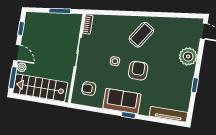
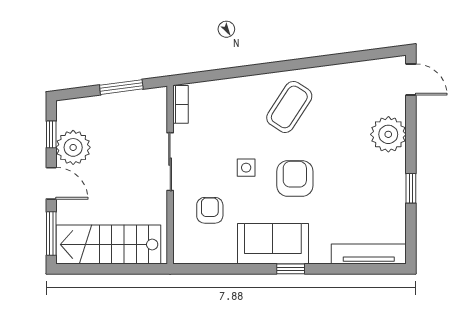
plant: (22, 67) -> (73, 147), moved, width x1.88, depth x1.88
armchair: (89, 89) -> (210, 210), moved, turned 90

